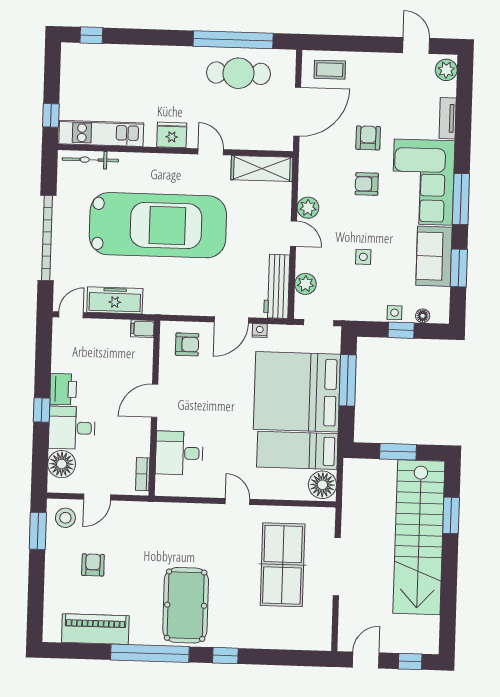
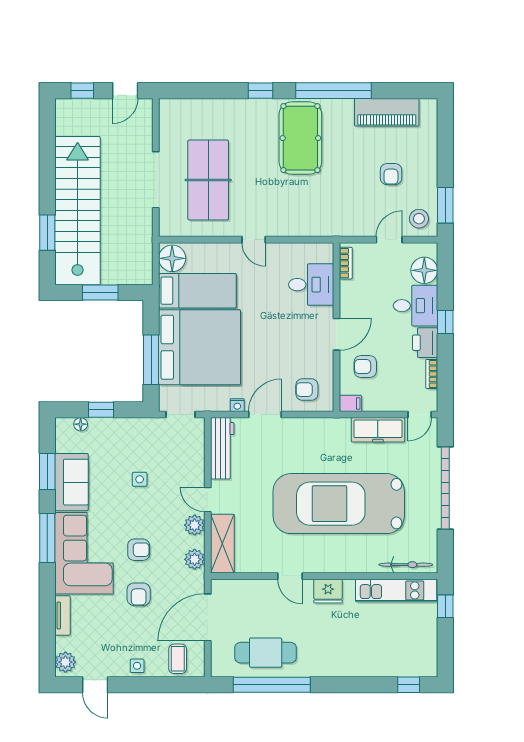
coffee table: (330, 70) -> (178, 659), turned 90
shelving: (262, 169) -> (222, 544), moved, turned 90
plant: (305, 284) -> (195, 559), moved
side table: (395, 313) -> (137, 666), moved
bookcase: (57, 357) -> (432, 374), added
armchair: (126, 366) -> (365, 366), added

